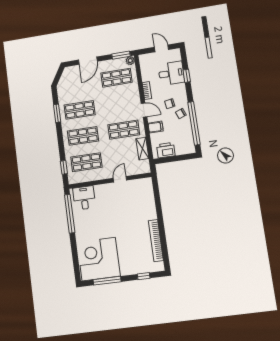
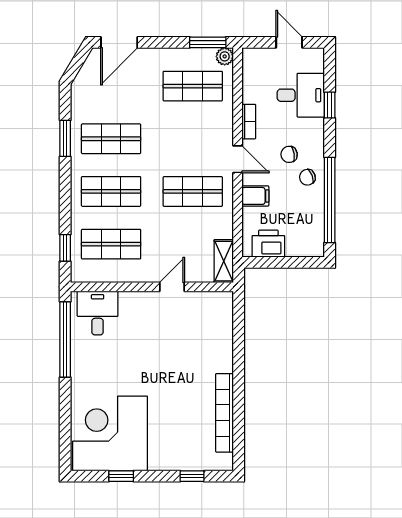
door: (88, 61) -> (119, 42), moved
shelving: (142, 149) -> (224, 261), moved
window: (107, 281) -> (121, 476), width x0.46

